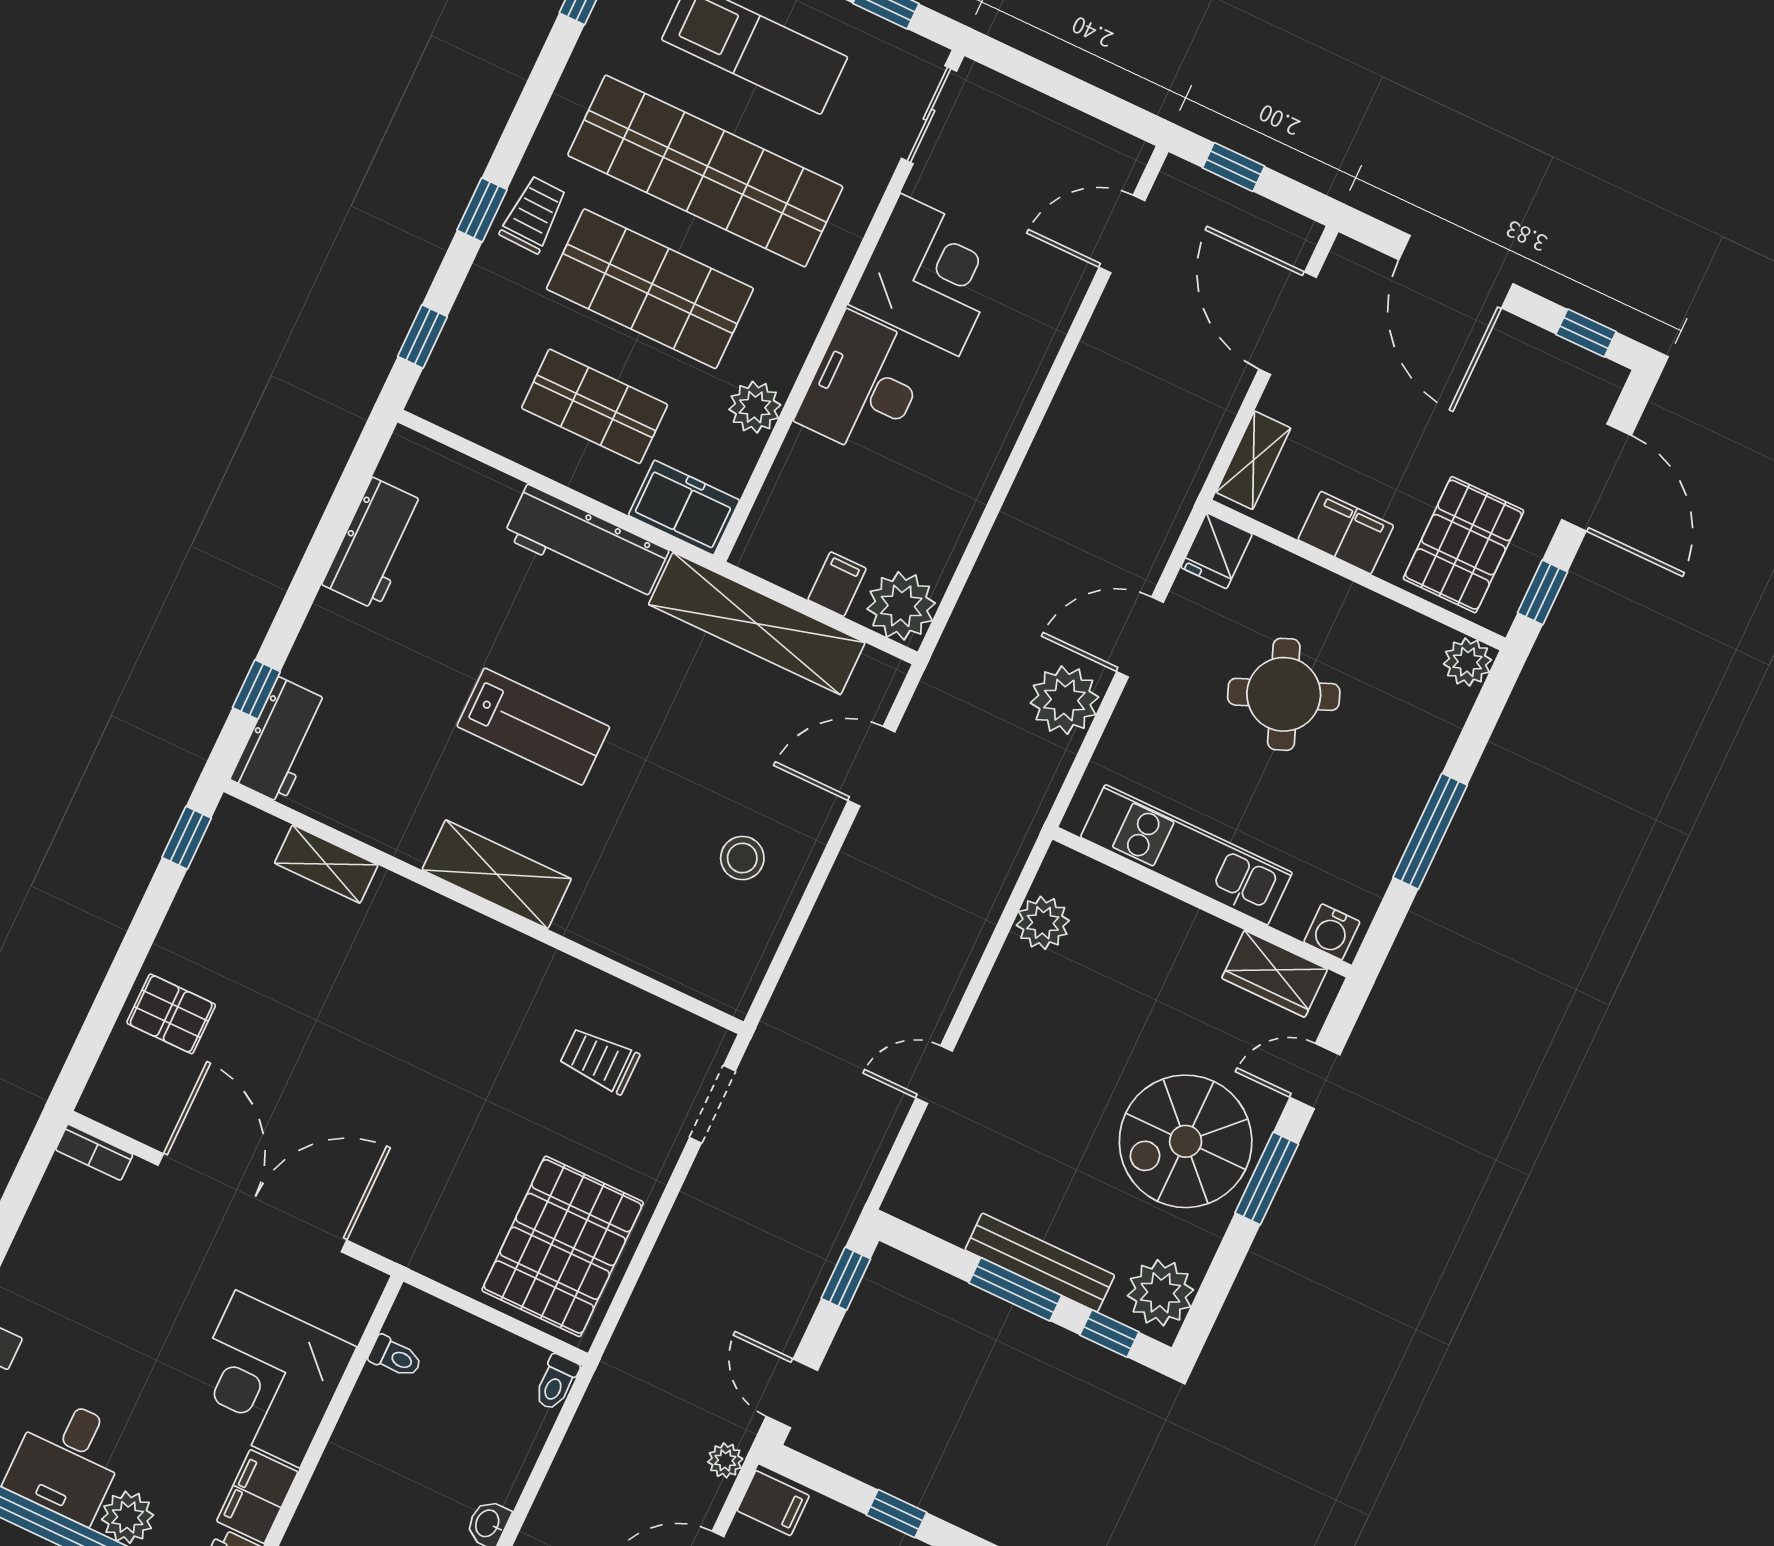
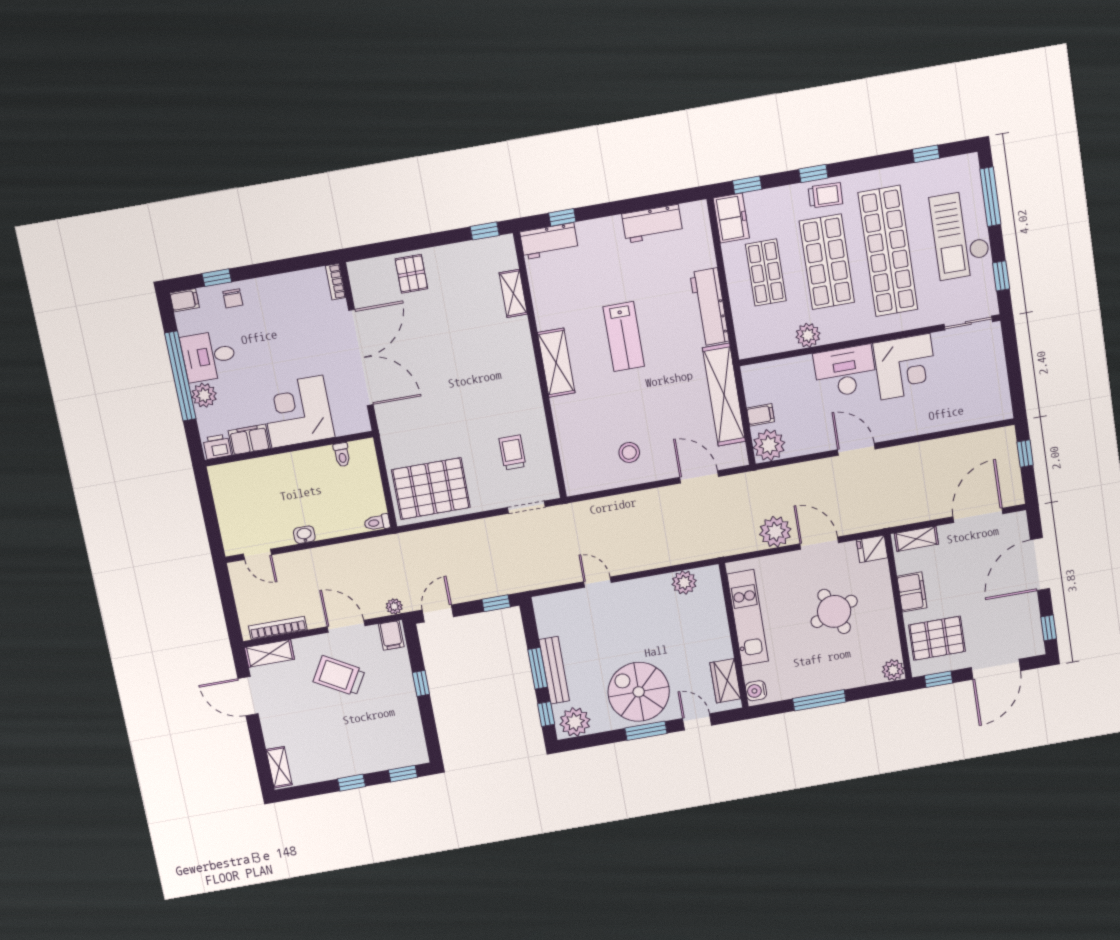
door: (1122, 234) -> (856, 449), moved
freezer: (684, 508) -> (731, 218), moved

